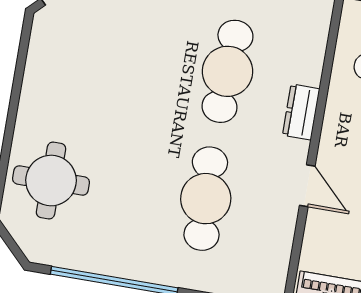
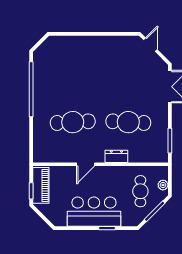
round table: (51, 181) -> (69, 55), removed

